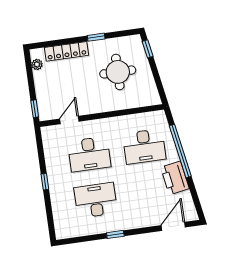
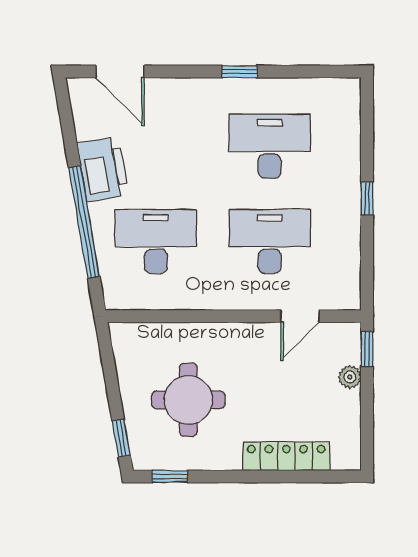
window: (96, 37) -> (170, 476), moved
plant: (37, 64) -> (350, 377), moved
desk: (96, 200) -> (270, 146), turned 180
door: (173, 226) -> (120, 71), hinge flipped

